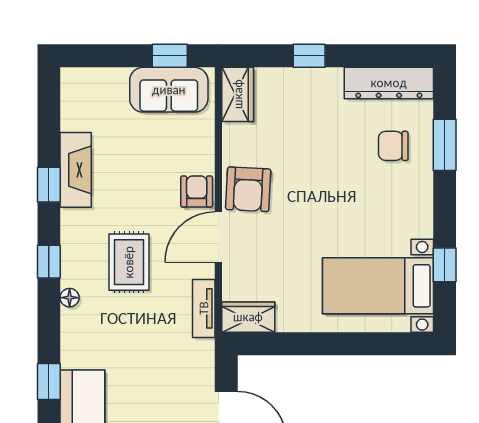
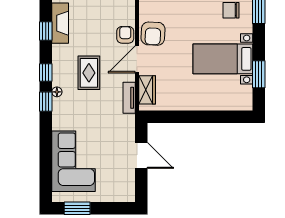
window: (445, 265) -> (259, 74), width x1.50
bed with nightstands: (378, 286) -> (223, 59), moved
wardrobe: (248, 317) -> (147, 90), moved, turned 90
window: (49, 381) -> (46, 102), moved

